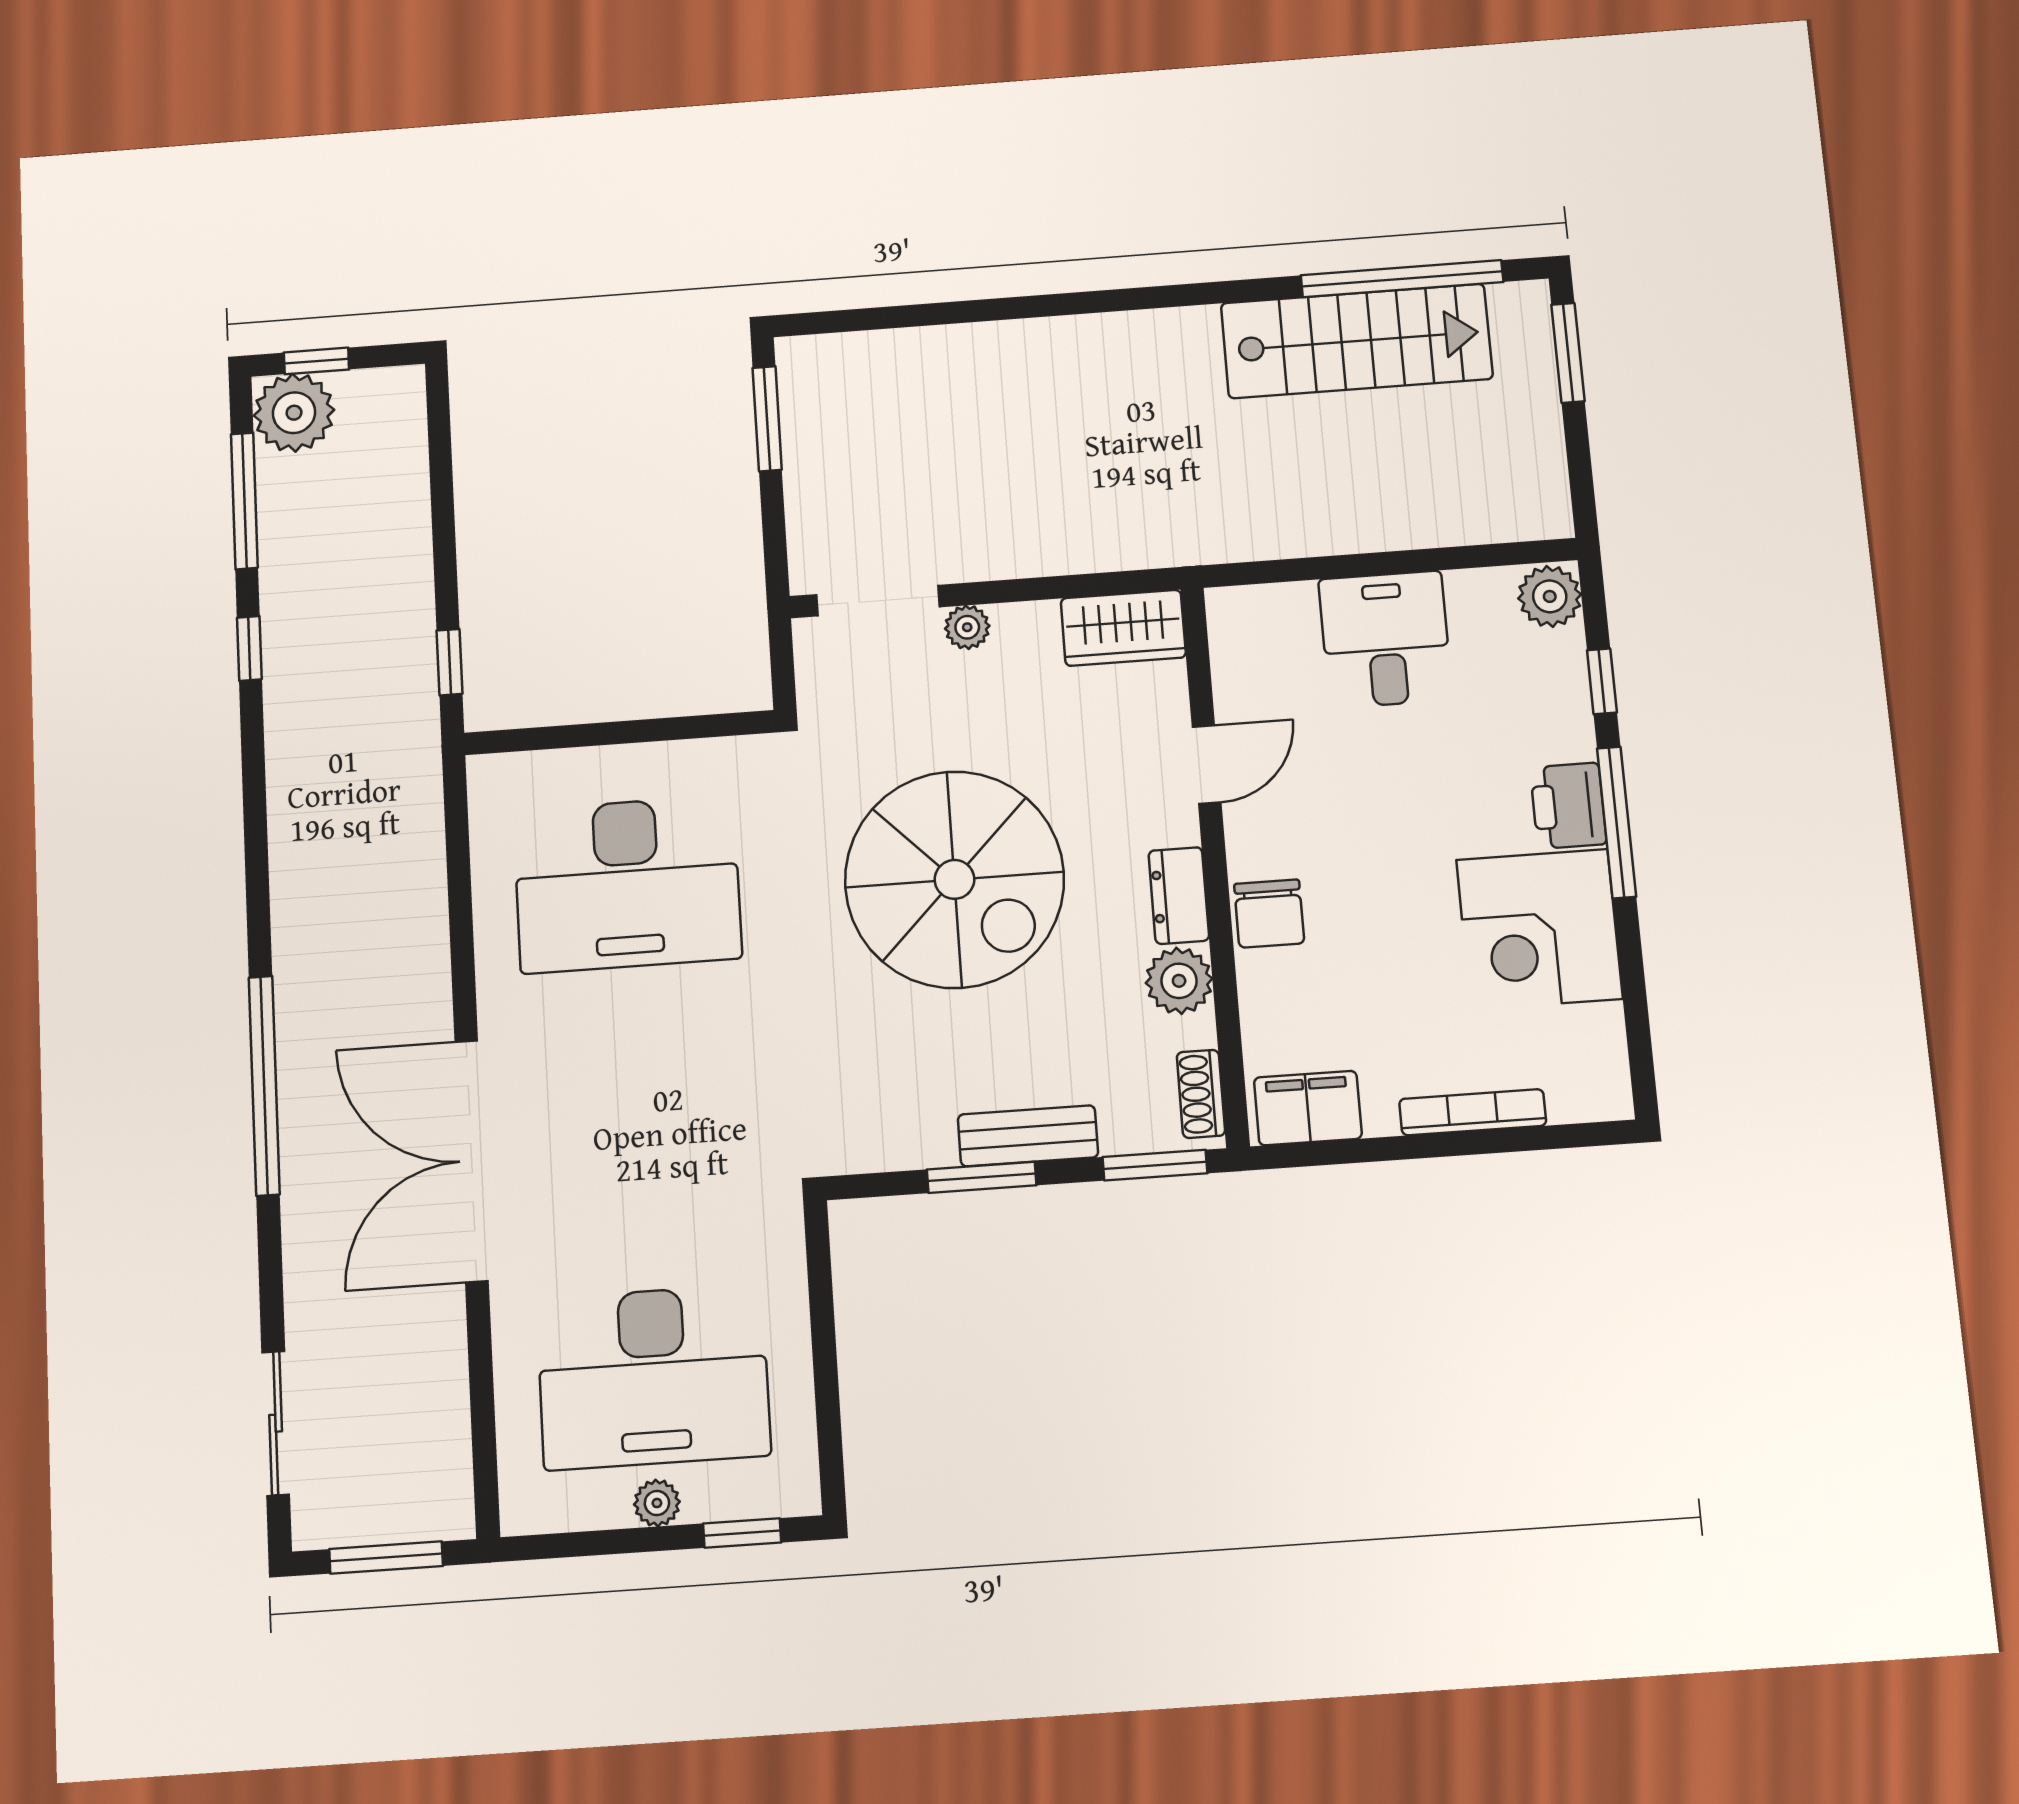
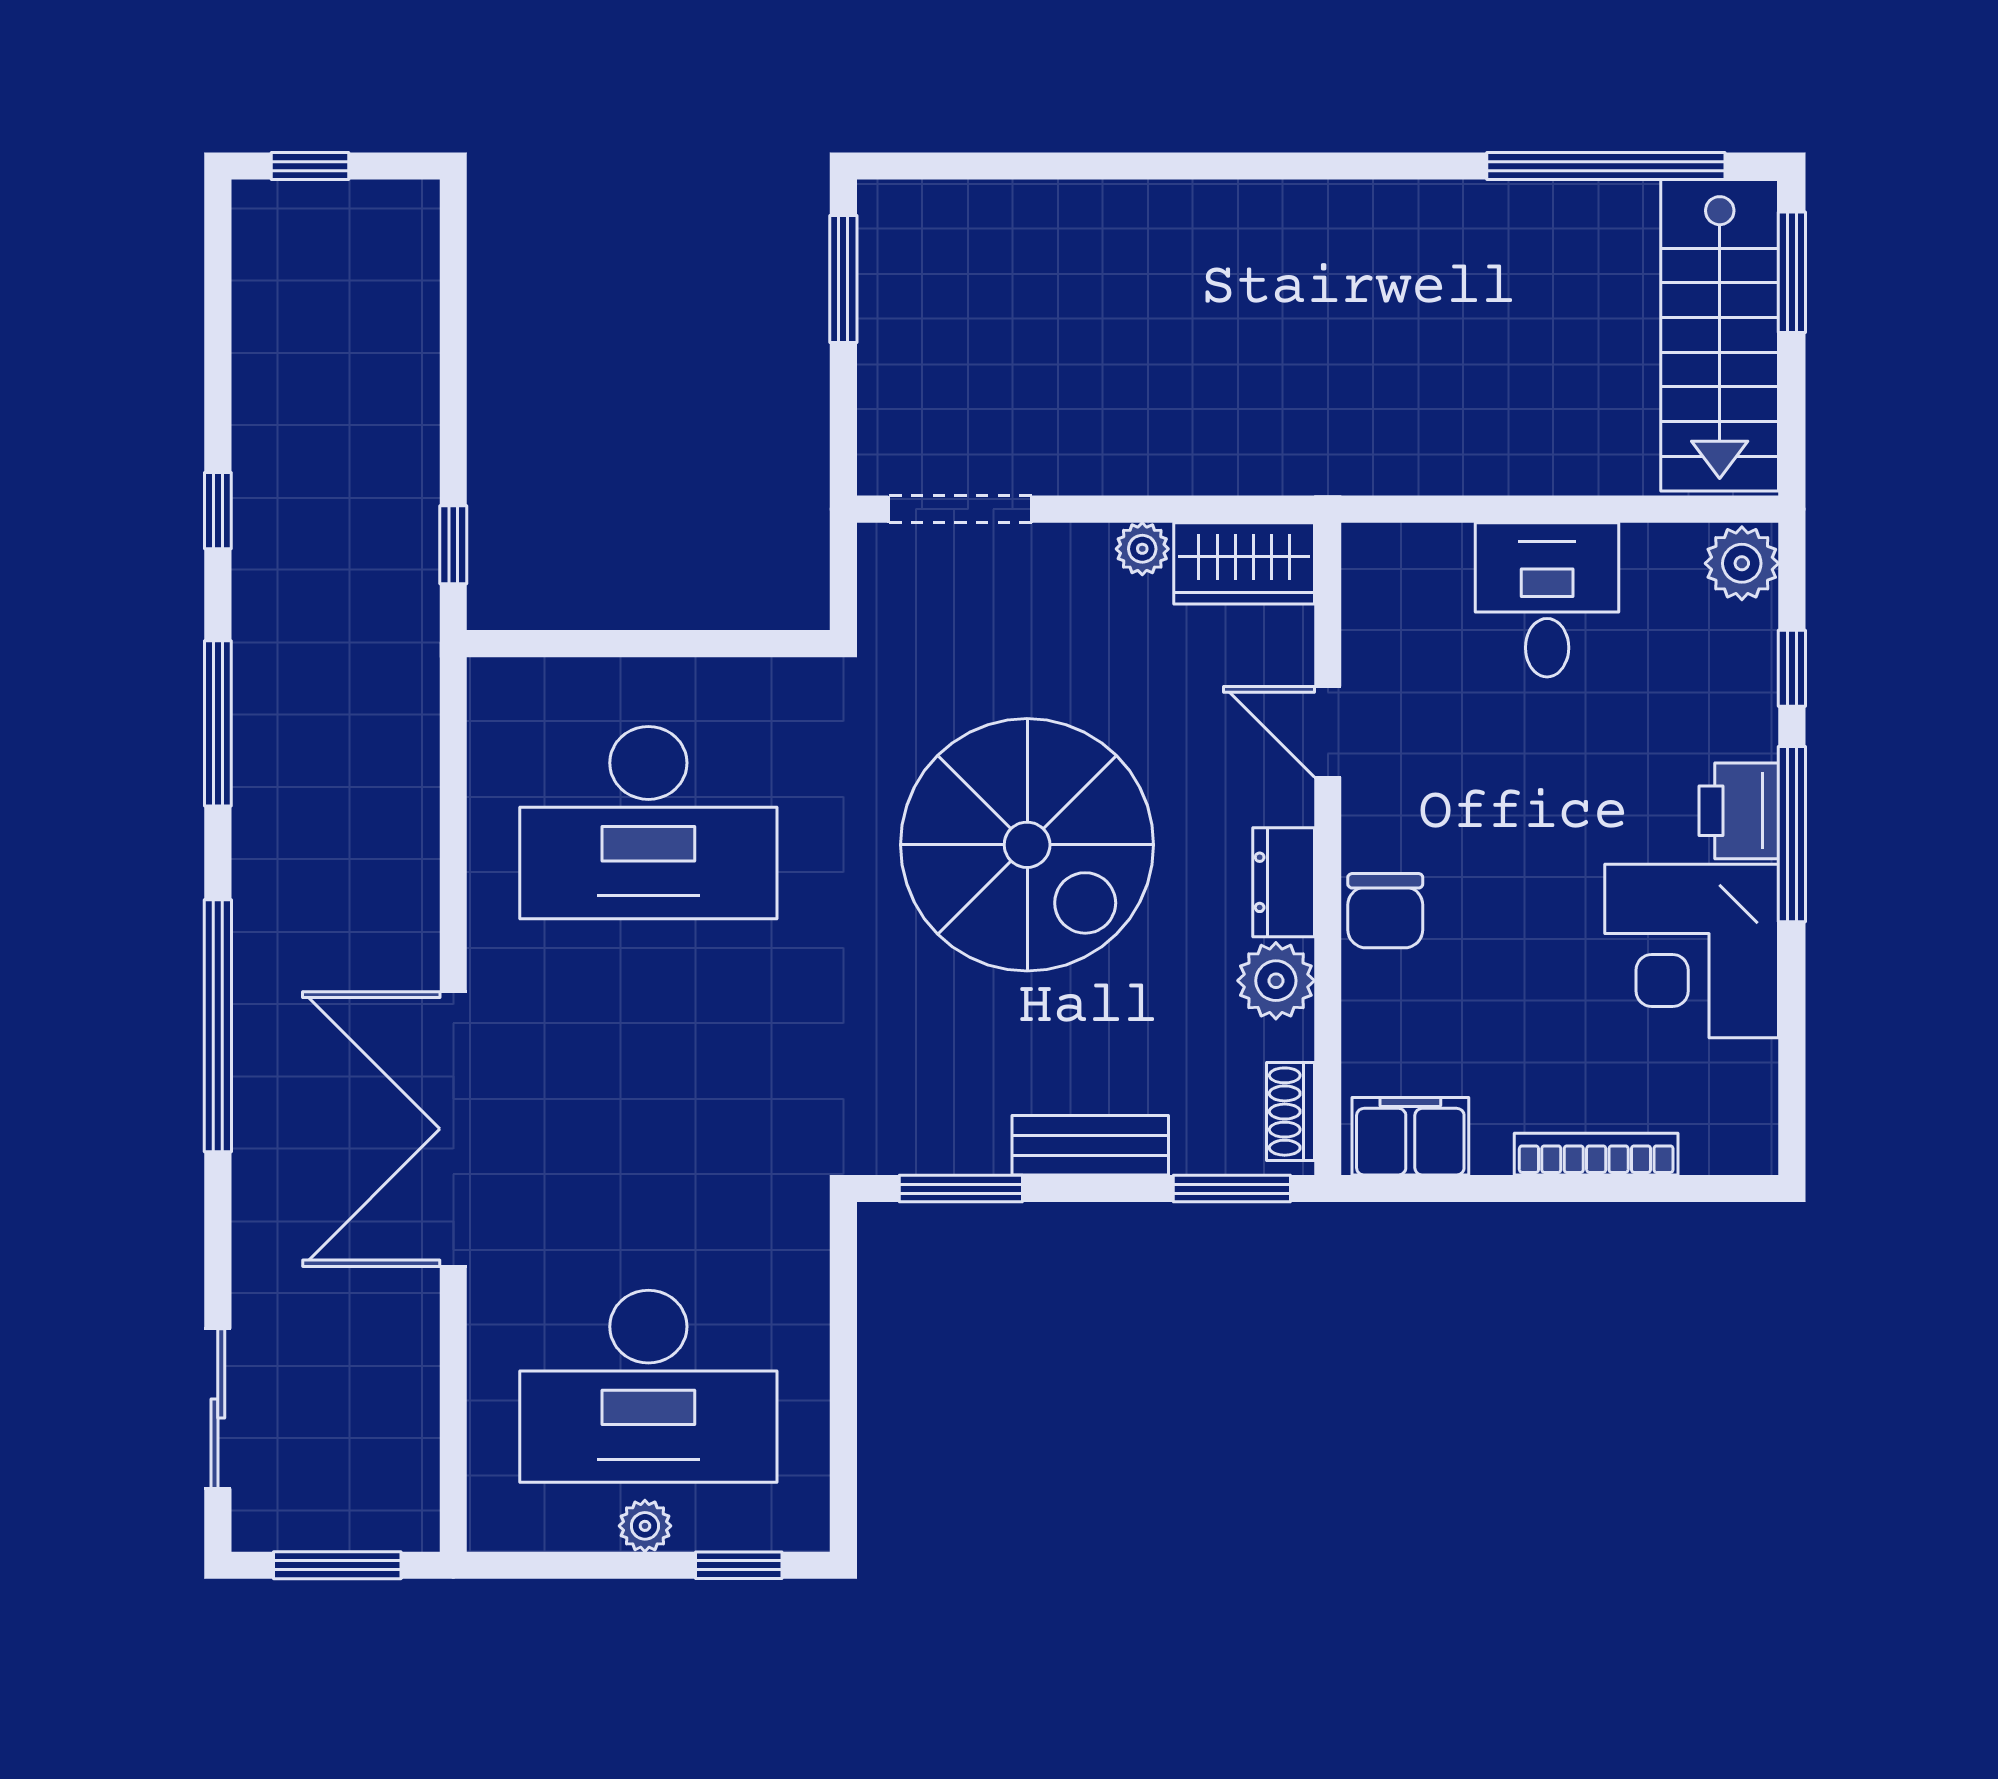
stairs: (1357, 341) -> (1720, 335), moved, turned 90
plant: (294, 413) -> (281, 228), removed
window: (244, 501) -> (218, 723), moved
plant: (967, 627) -> (1142, 549), moved
door: (1207, 764) -> (1328, 732), swing flipped
window: (982, 1177) -> (961, 1189), moved

